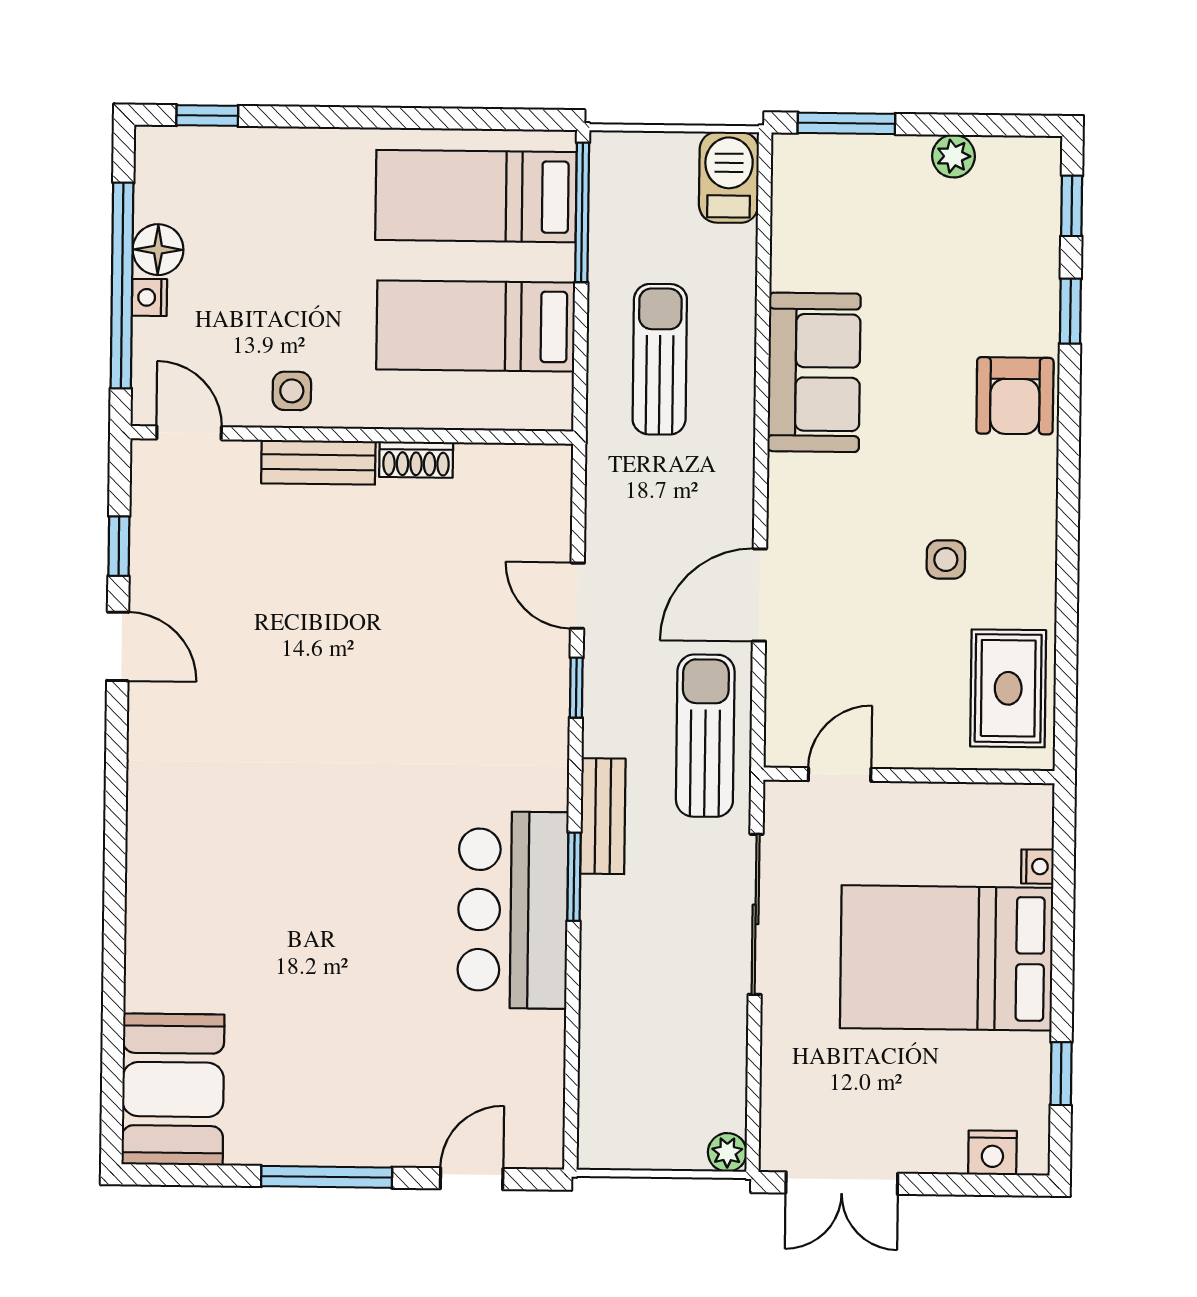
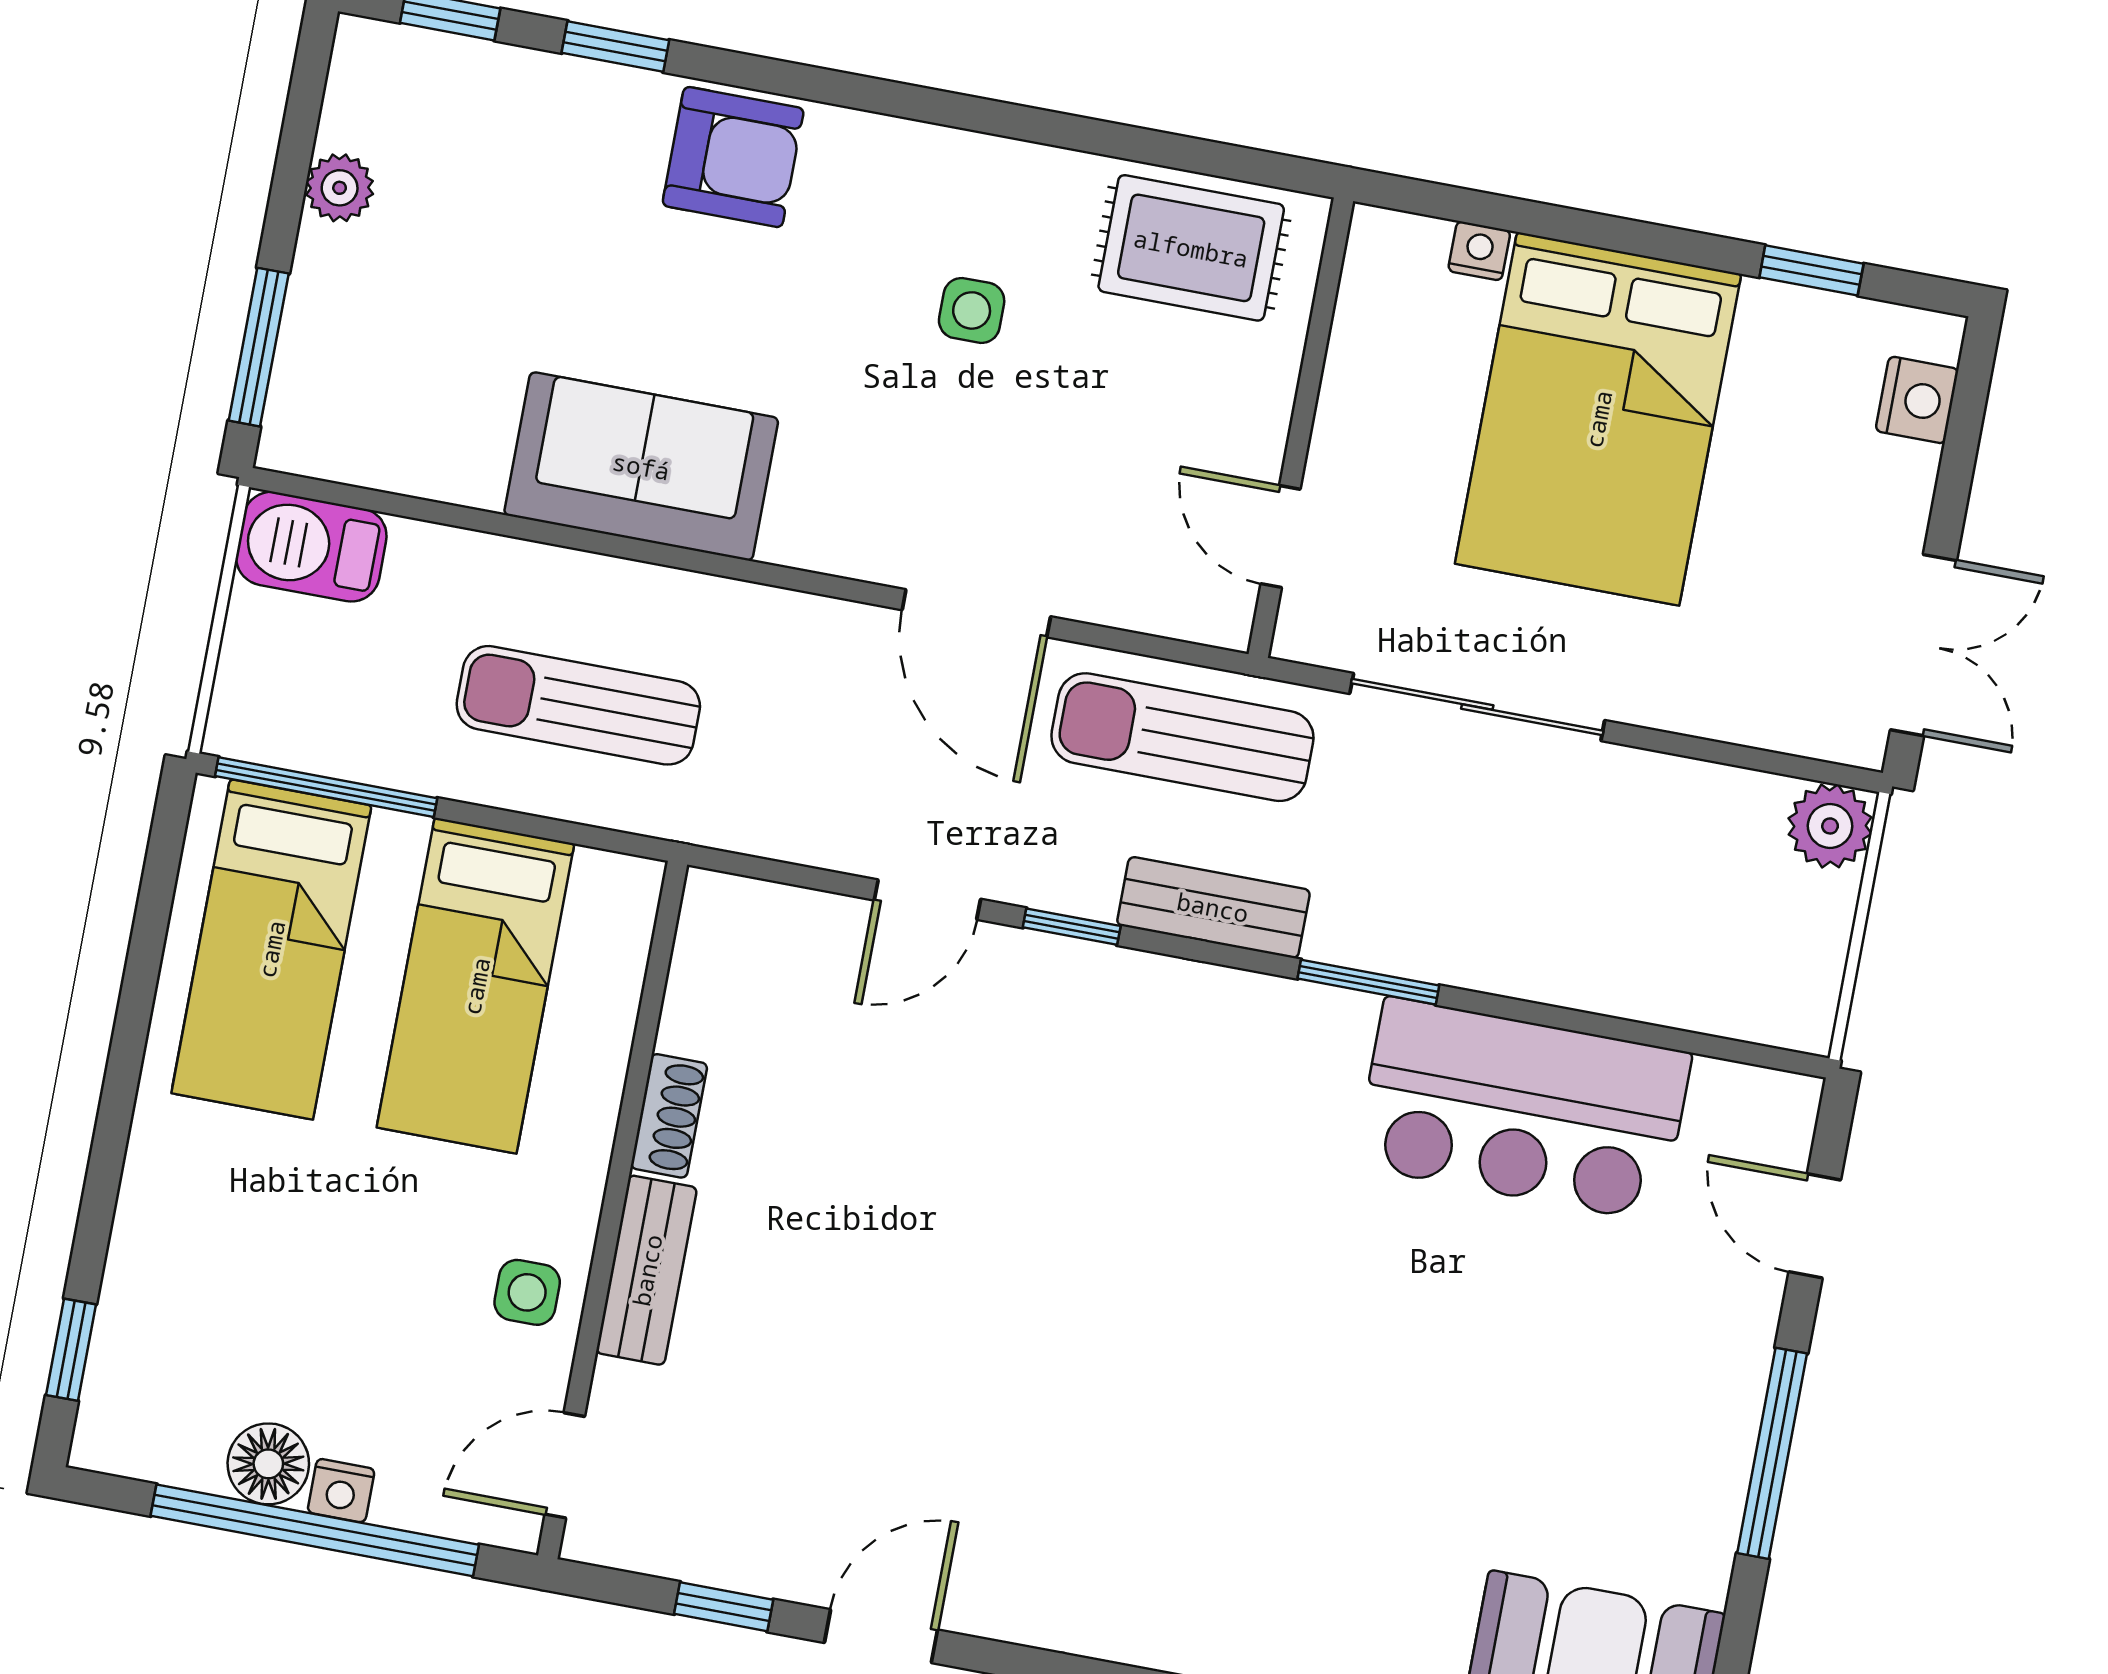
bench: (603, 816) -> (1213, 907), moved
bar counter: (513, 910) -> (1523, 1109), moved
plant: (727, 1152) -> (1830, 826), width x1.38, depth x1.38

